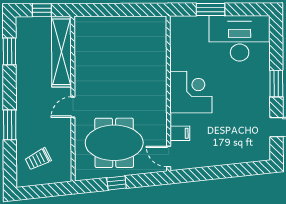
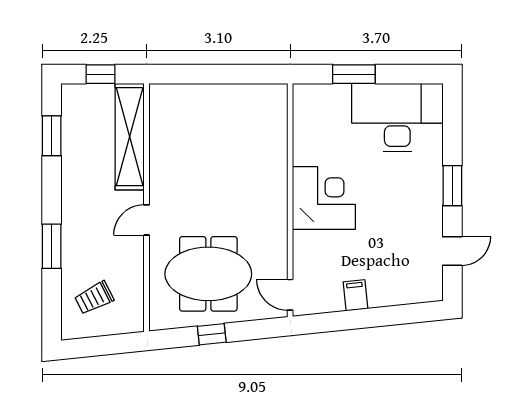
filing cabinet: (180, 133) -> (355, 295), moved, turned -96

